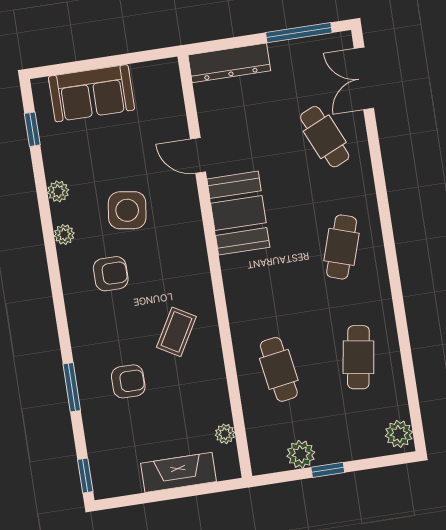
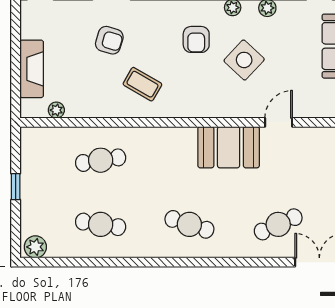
side table: (127, 210) -> (244, 60), turned 35
armchair: (128, 381) -> (109, 40), turned -73
plant: (301, 454) -> (31, 167), removed

